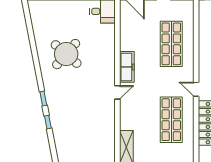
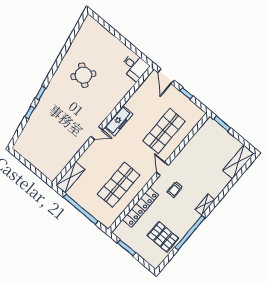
round table: (66, 54) -> (83, 75), width x0.73, depth x0.73
door: (196, 89) -> (162, 169), moved

